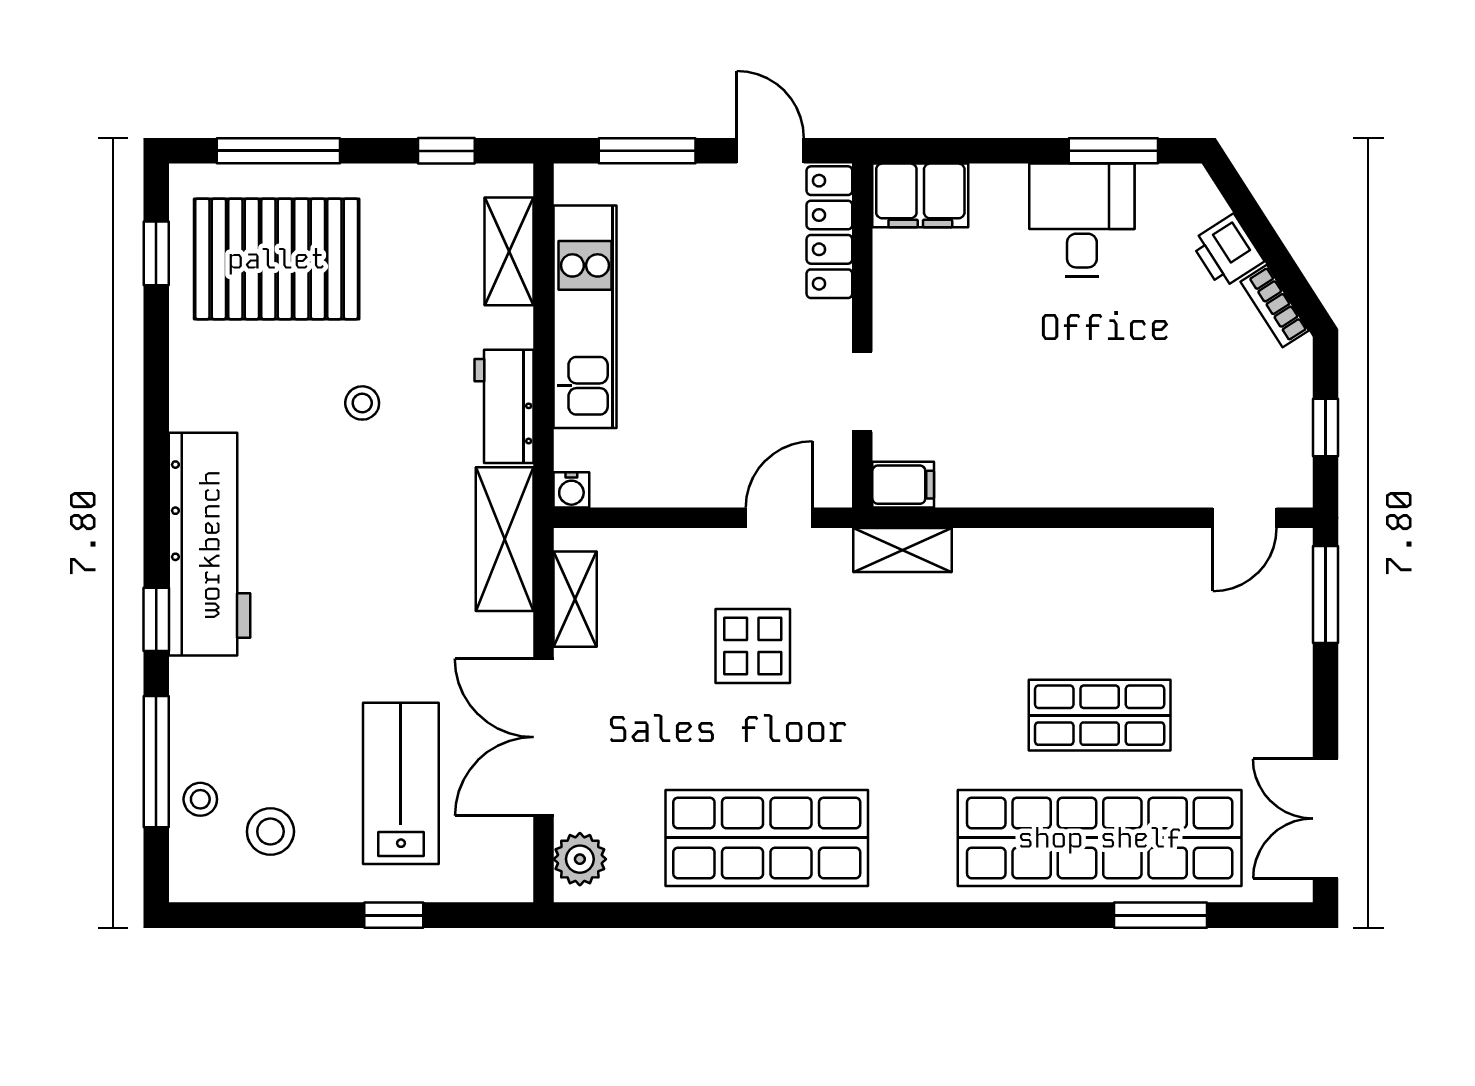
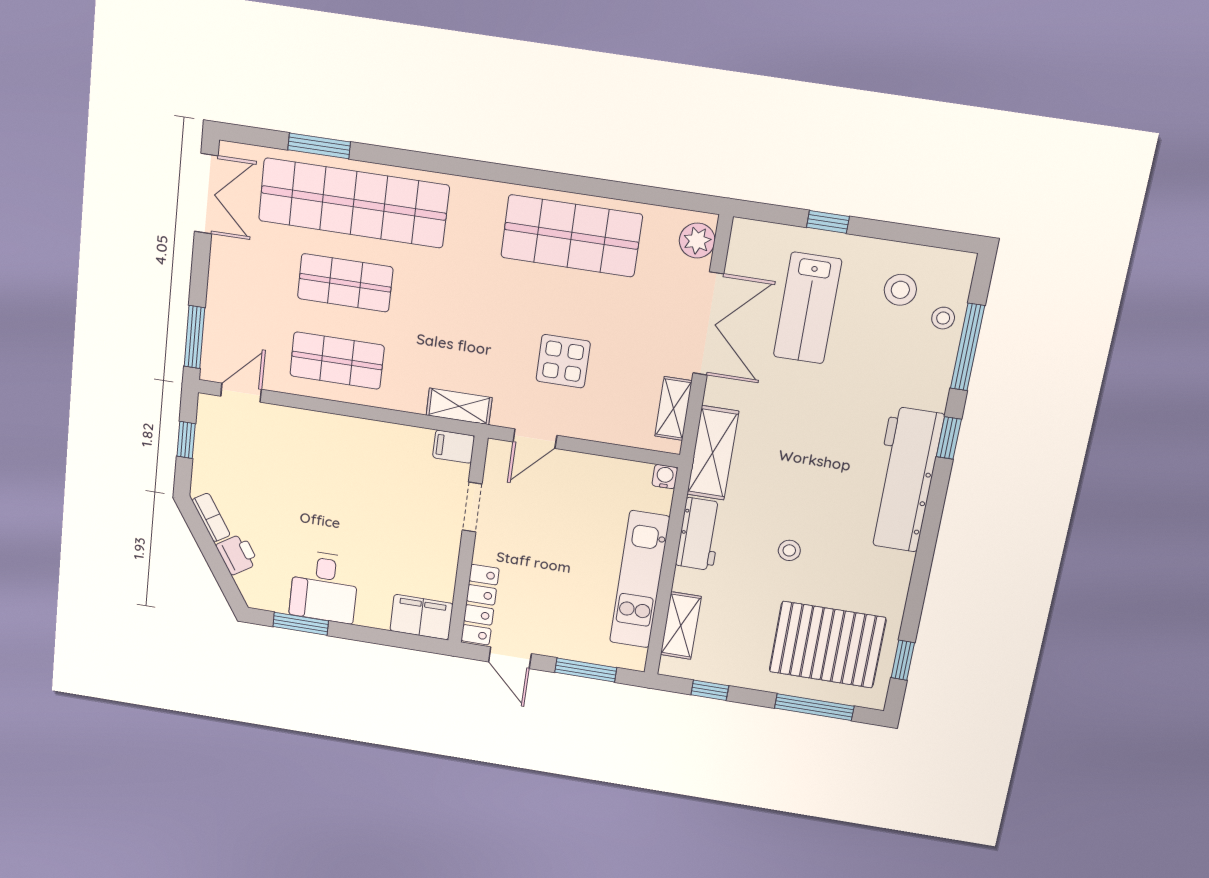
shop shelf: (1100, 592) -> (337, 361), added

